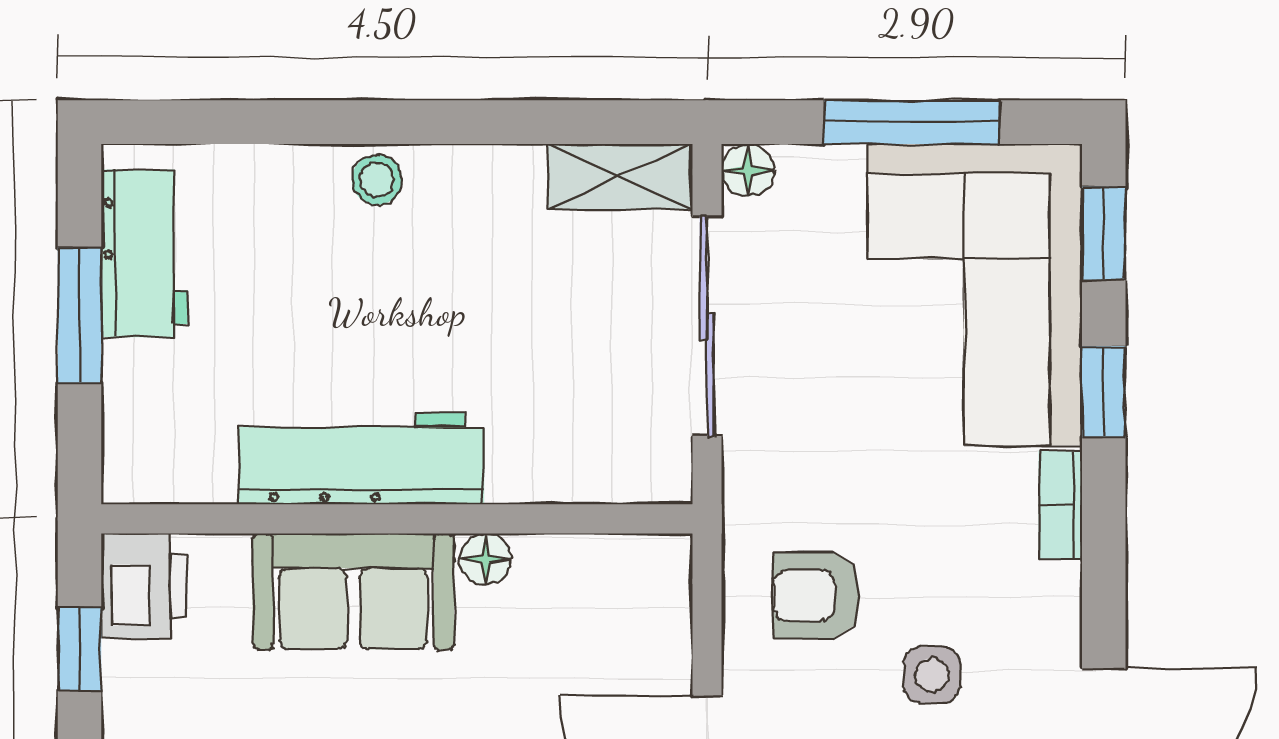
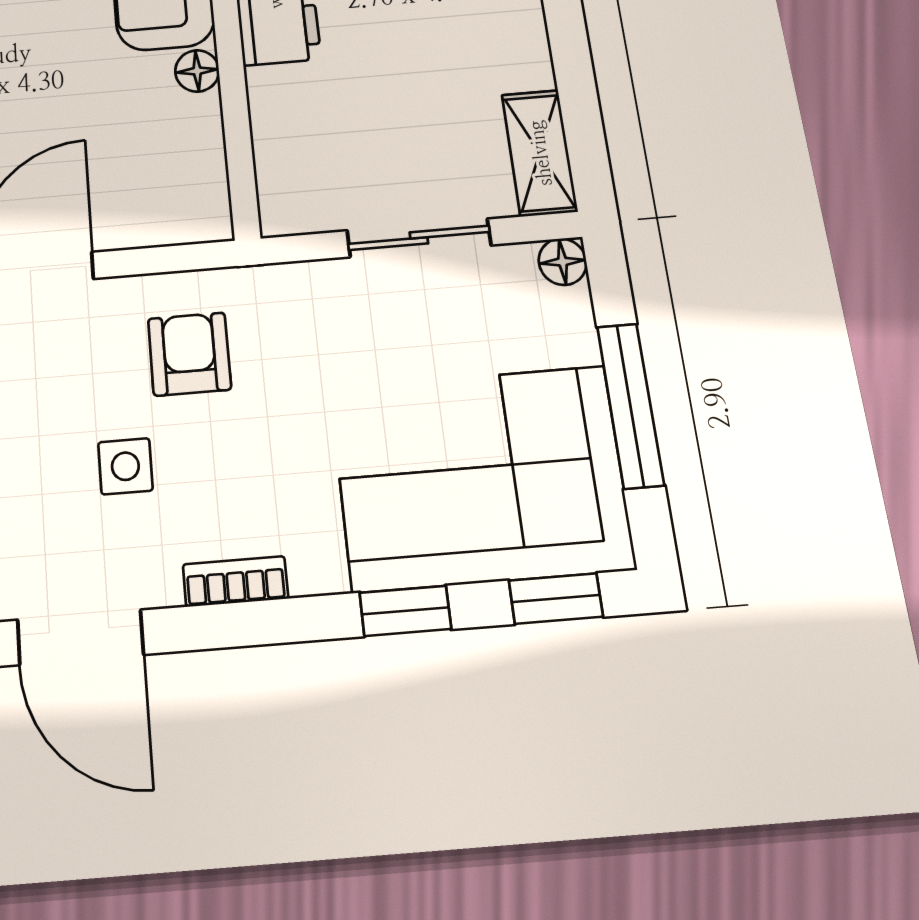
sliding door: (707, 326) -> (419, 238), width x0.73
bookcase: (1060, 505) -> (235, 581), moved

